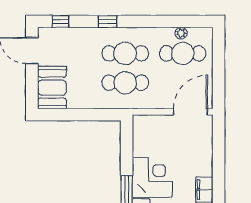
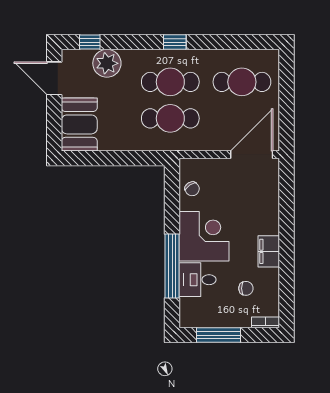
window: (108, 21) -> (175, 42), moved
plant: (181, 33) -> (107, 63), moved, width x1.88, depth x1.88
chair: (143, 139) -> (192, 189), added

